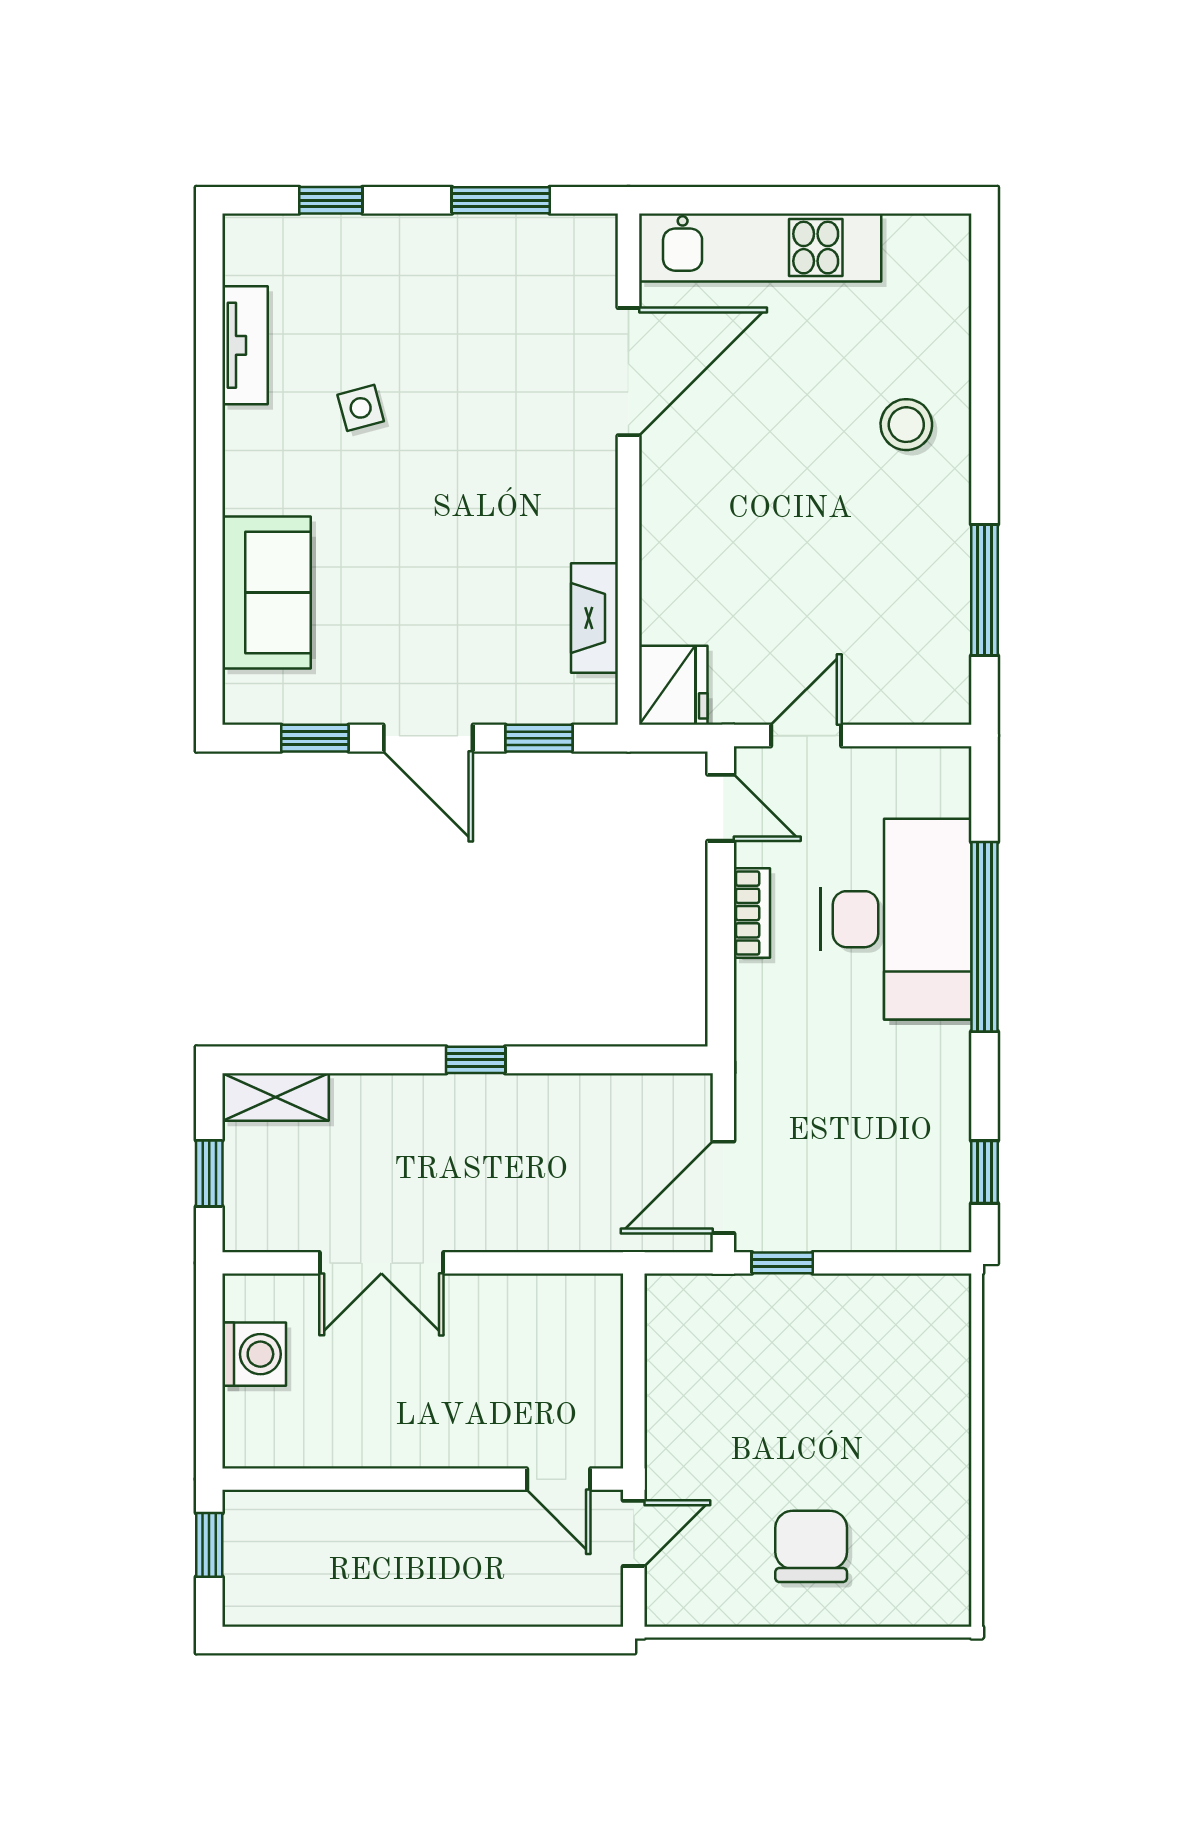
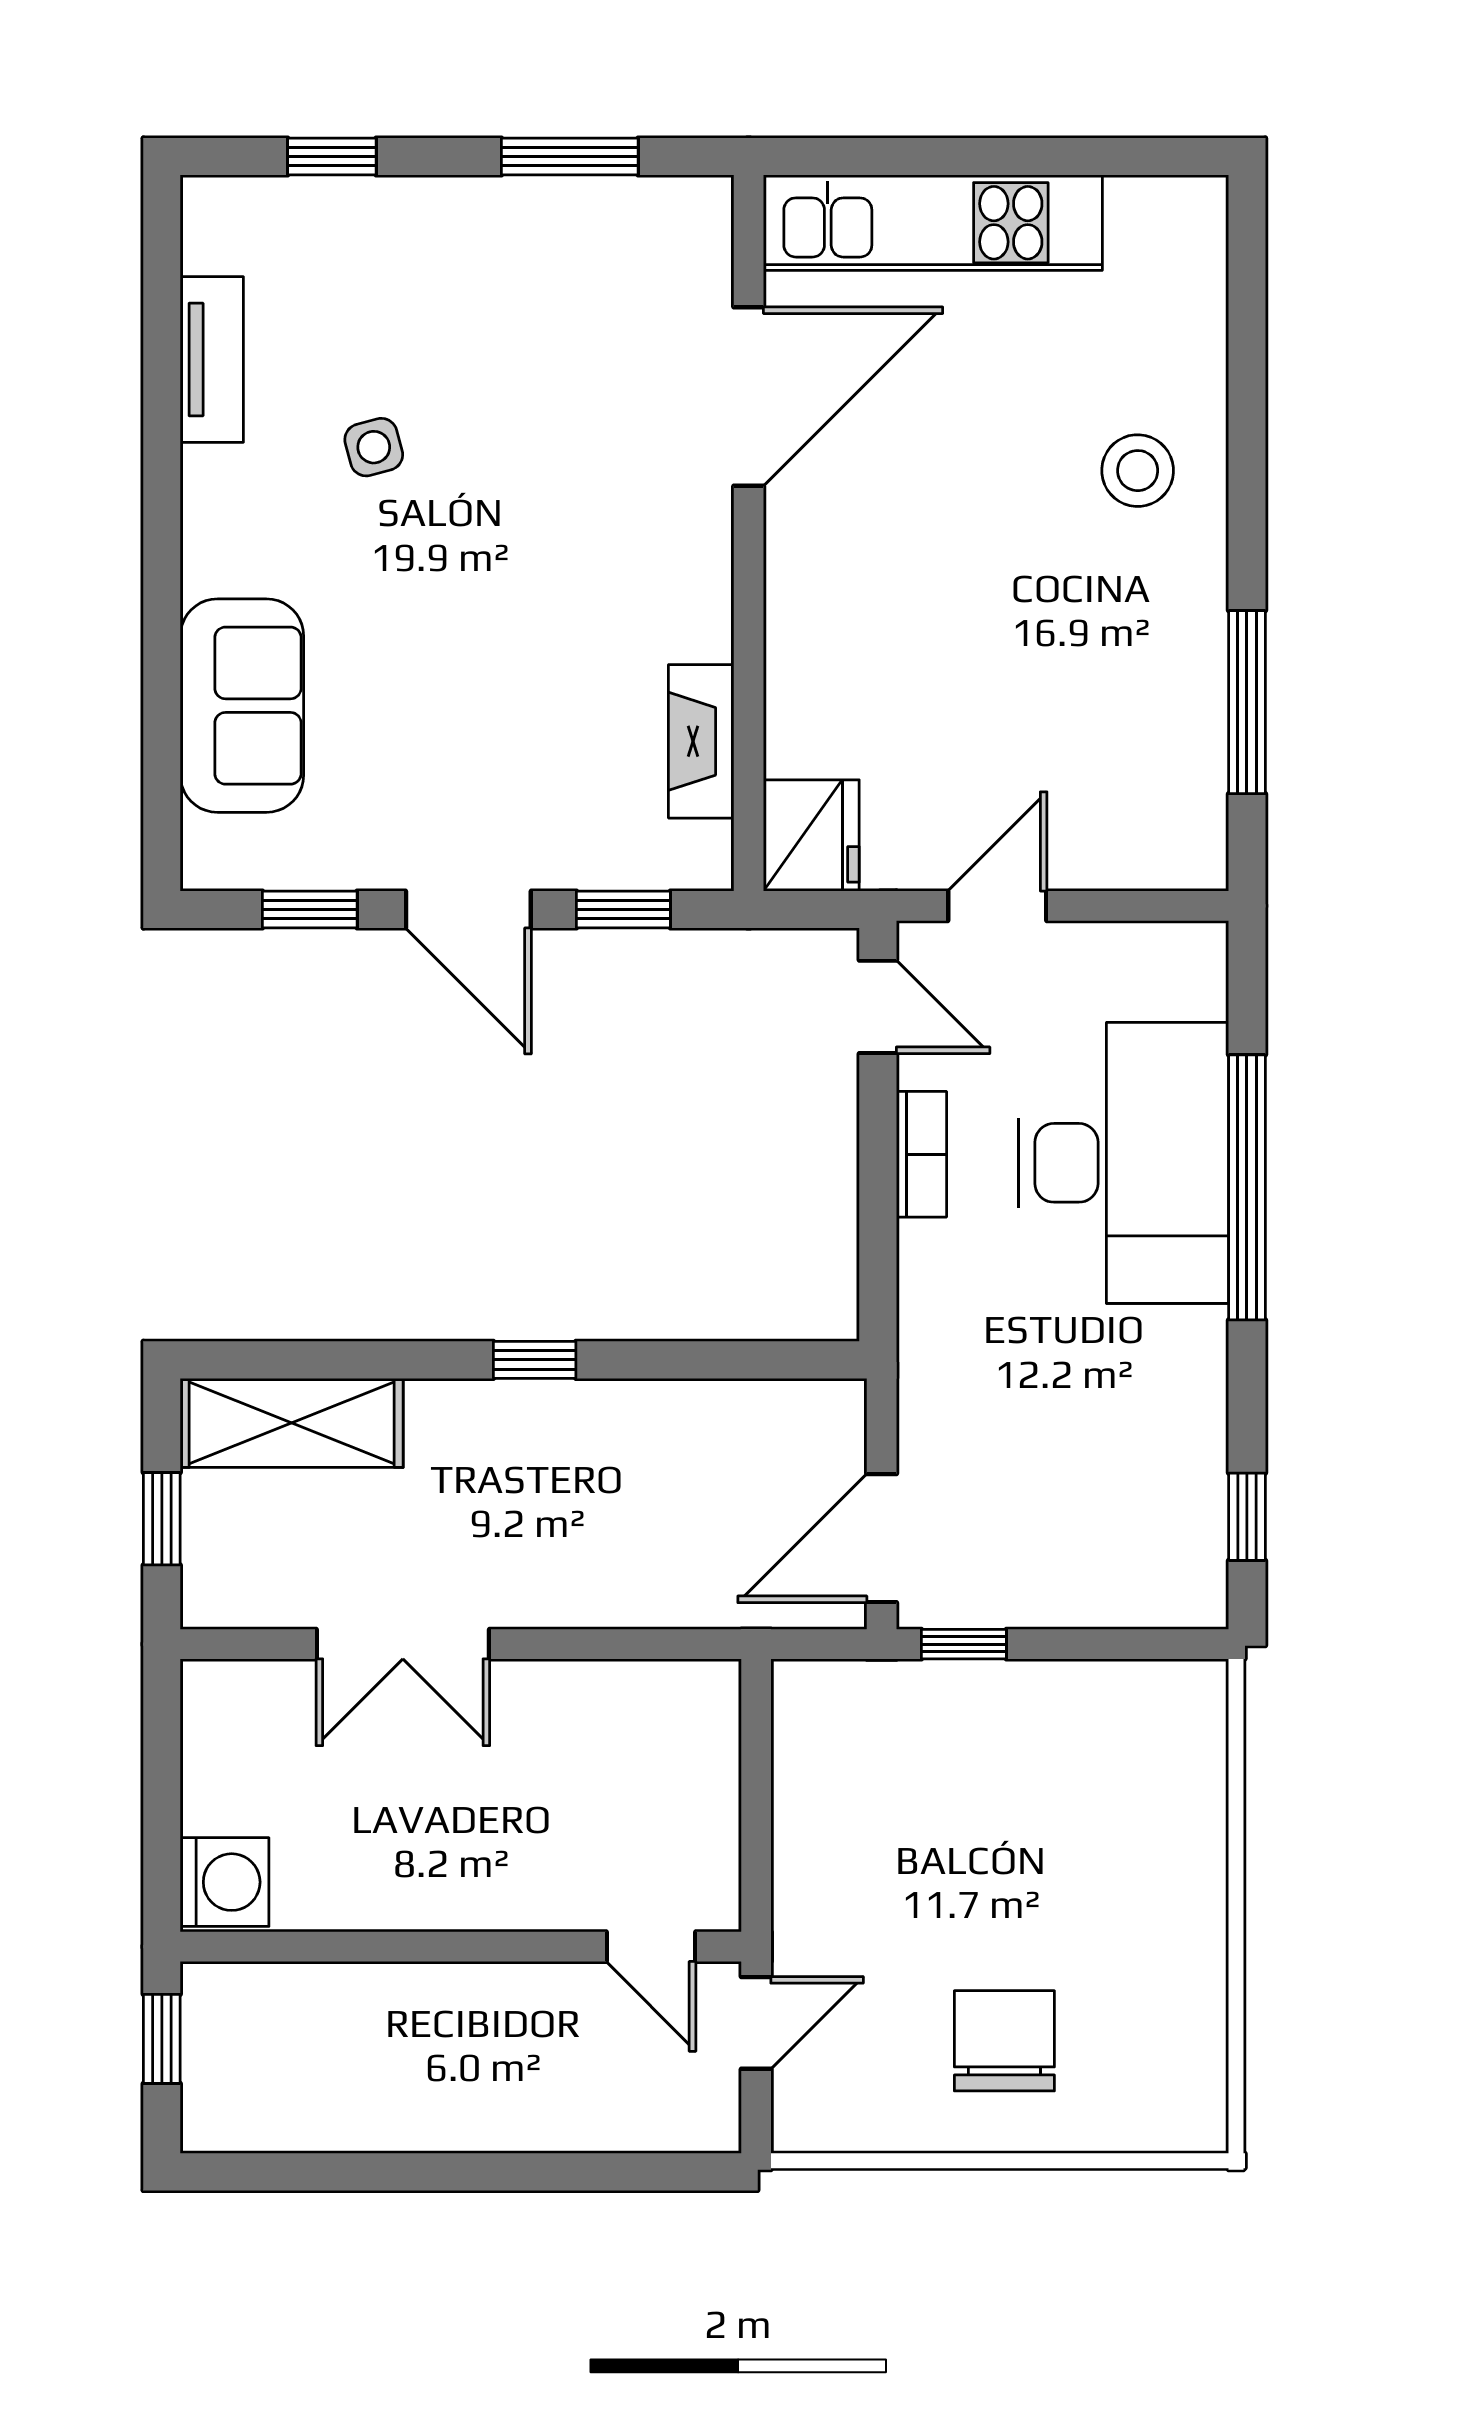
shelving: (275, 1097) -> (292, 1423), width x1.50, depth x1.33
washing machine: (254, 1354) -> (225, 1882), moved

